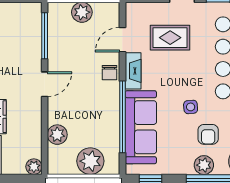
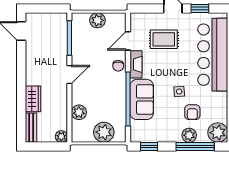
sofa: (141, 127) -> (142, 99), width x0.73

